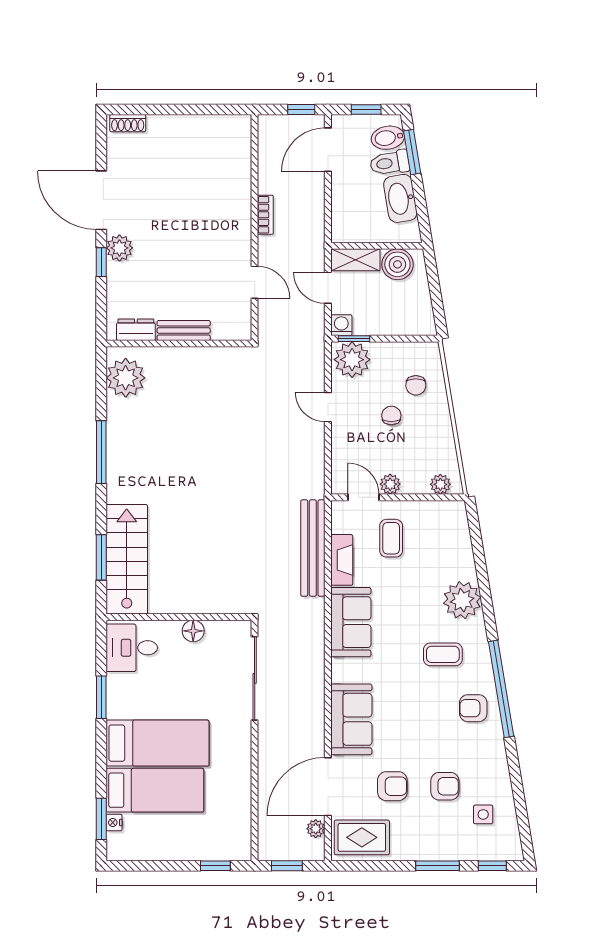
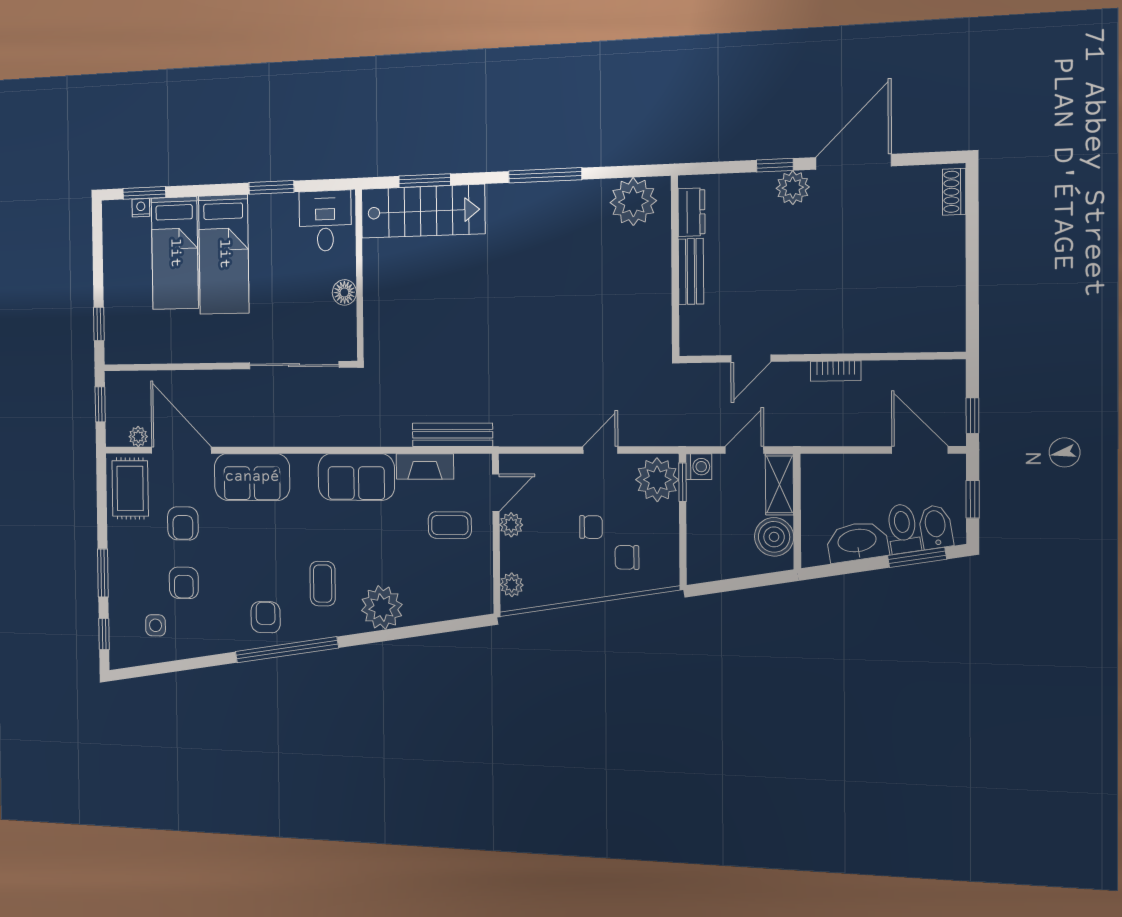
bench: (313, 548) -> (452, 435), width x0.73, depth x0.82

